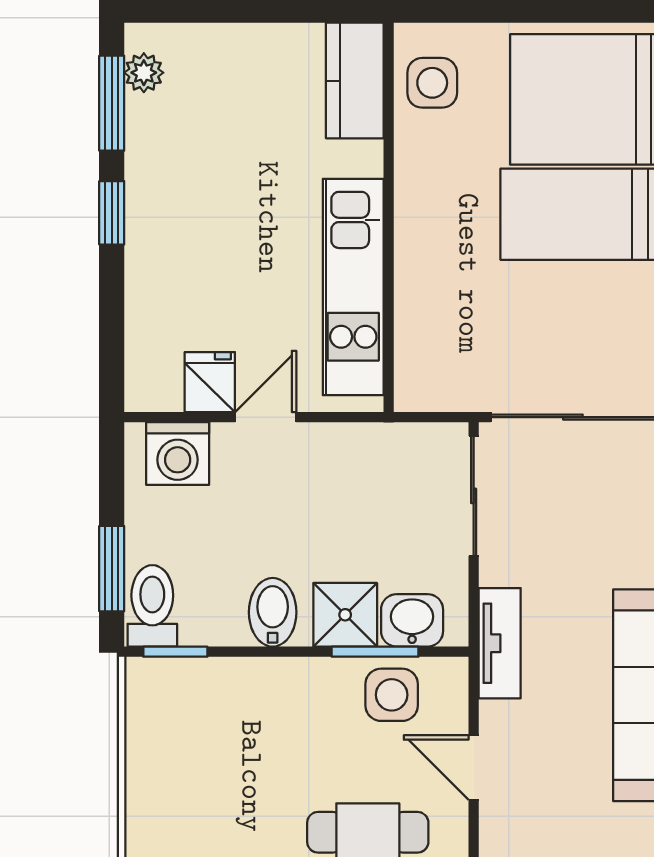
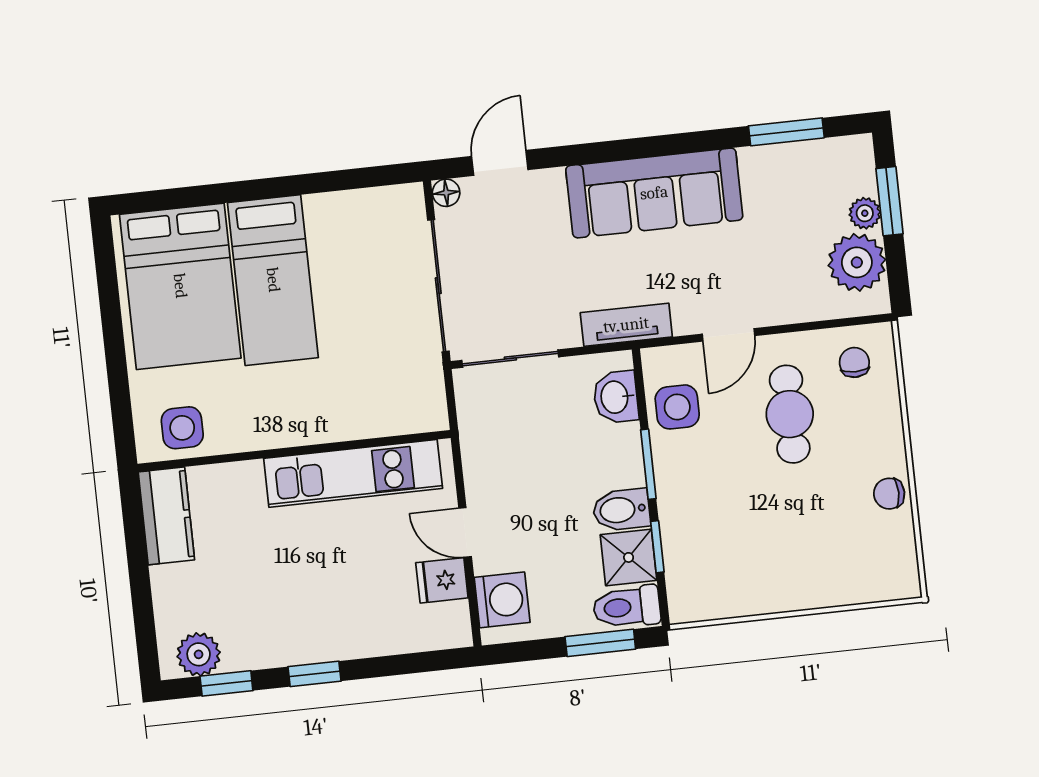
plant: (144, 73) -> (199, 654), width x1.38, depth x1.38
kitchen counter: (355, 81) -> (166, 516), moved, turned -90
window: (112, 103) -> (226, 683), width x0.67
shower: (345, 615) -> (629, 557), moved
window: (175, 652) -> (657, 547), moved
window: (375, 652) -> (648, 464), moved

